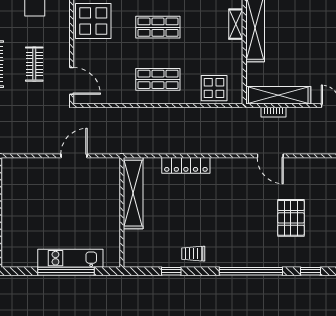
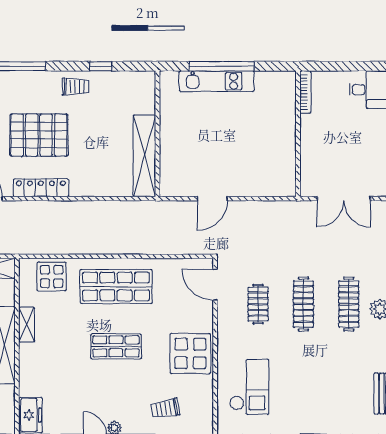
shelving: (236, 24) -> (27, 325), moved
shop shelf: (158, 79) -> (116, 286), width x1.43, depth x1.36
locker: (186, 165) -> (41, 188), moved
pallet: (225, 211) -> (39, 135), added

